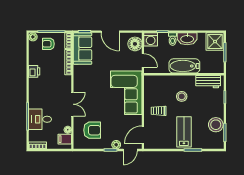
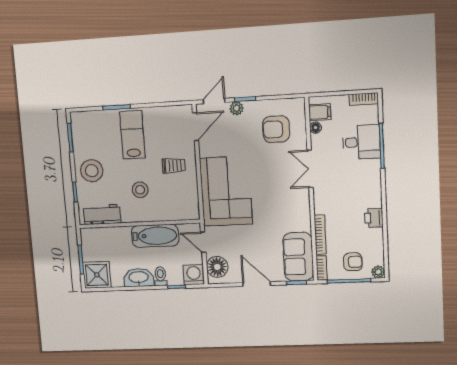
bathtub: (184, 66) -> (155, 236), moved
stool: (216, 125) -> (92, 171), moved
lab bench: (184, 132) -> (132, 135), turned 180

